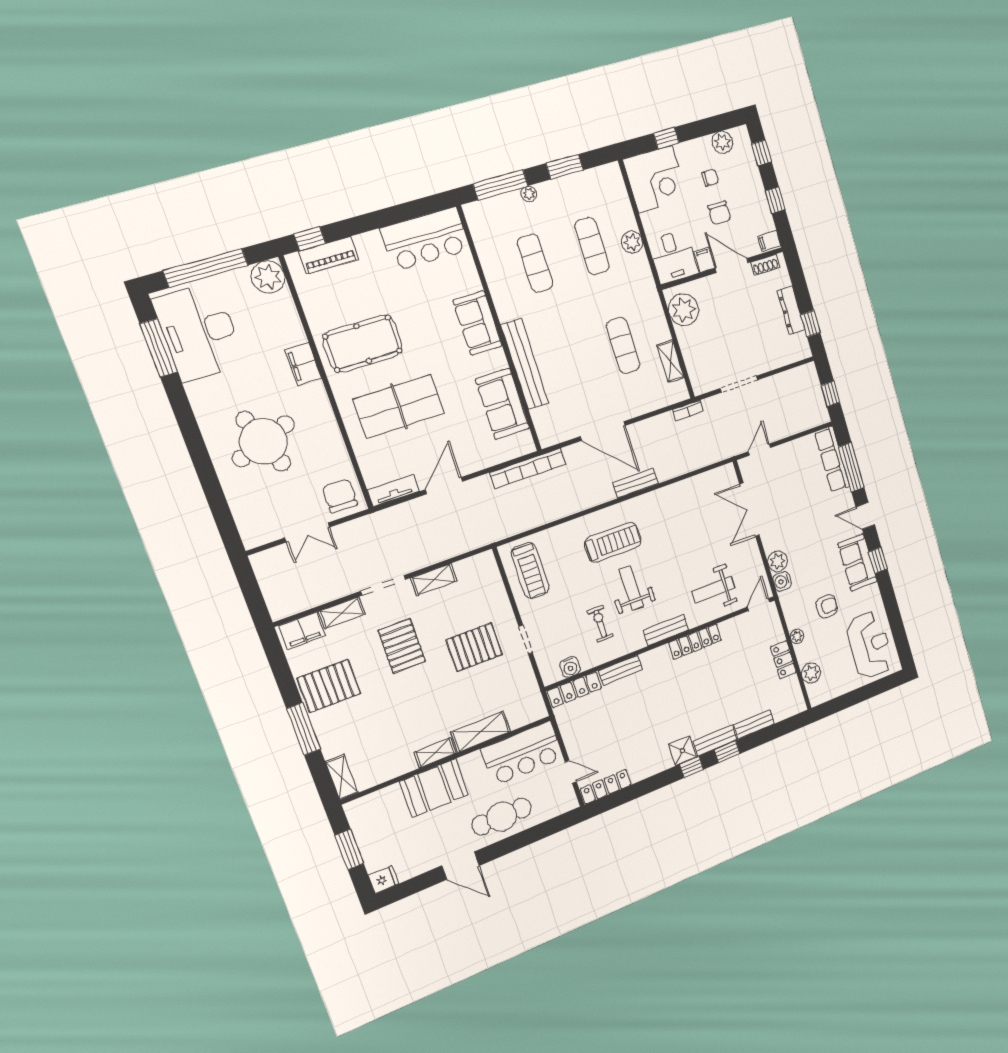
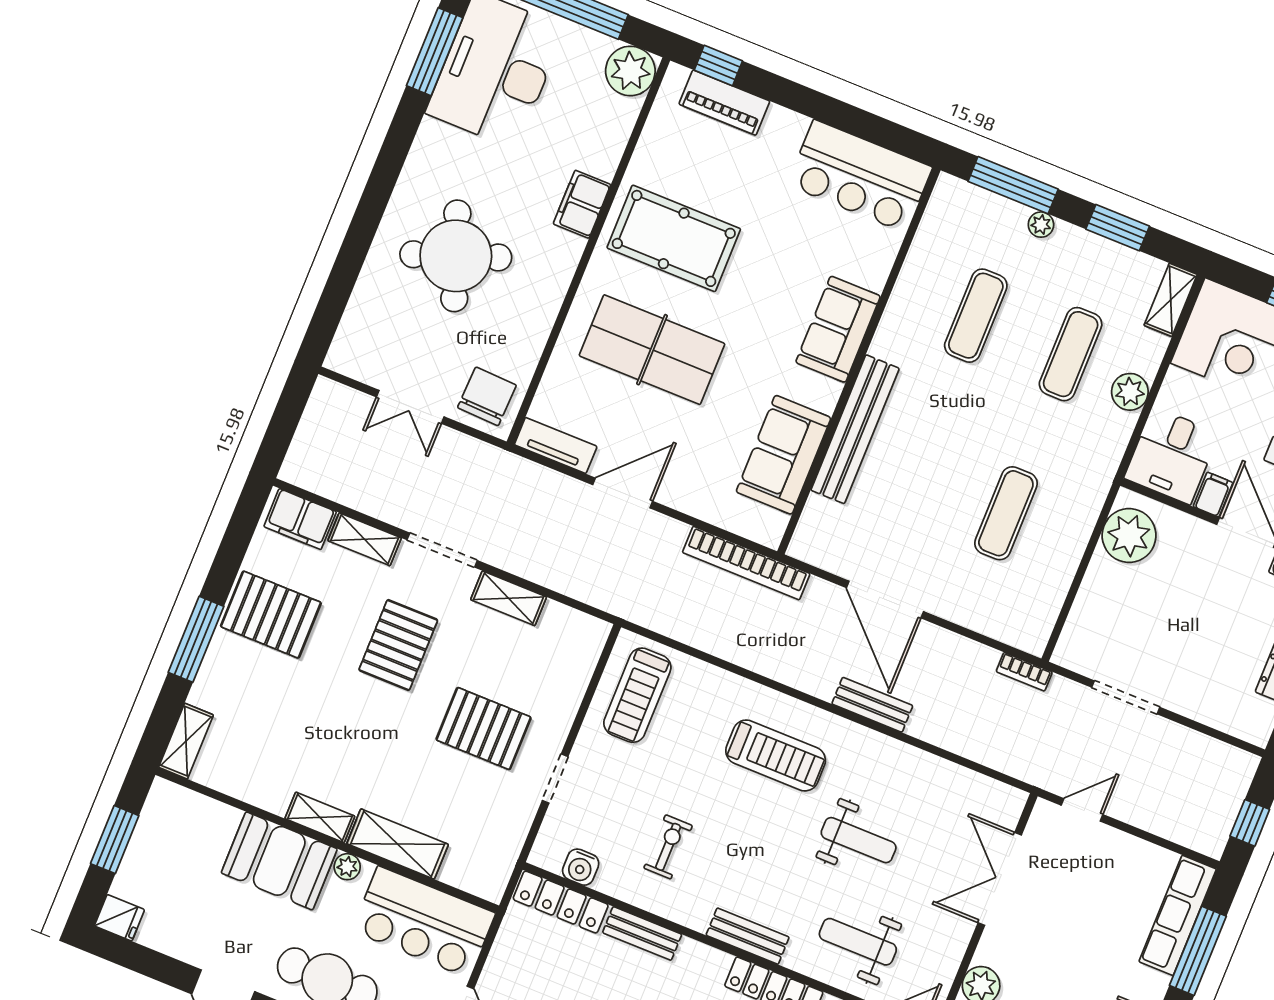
shelving: (670, 361) -> (1171, 300), moved
weight bench: (631, 588) -> (859, 840), moved, turned 90
plant: (467, 762) -> (347, 867), added

